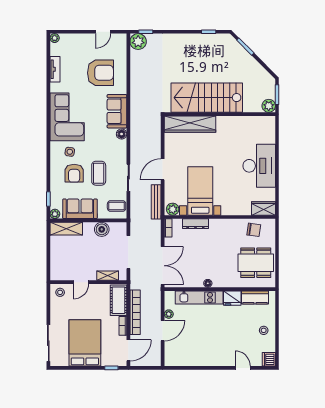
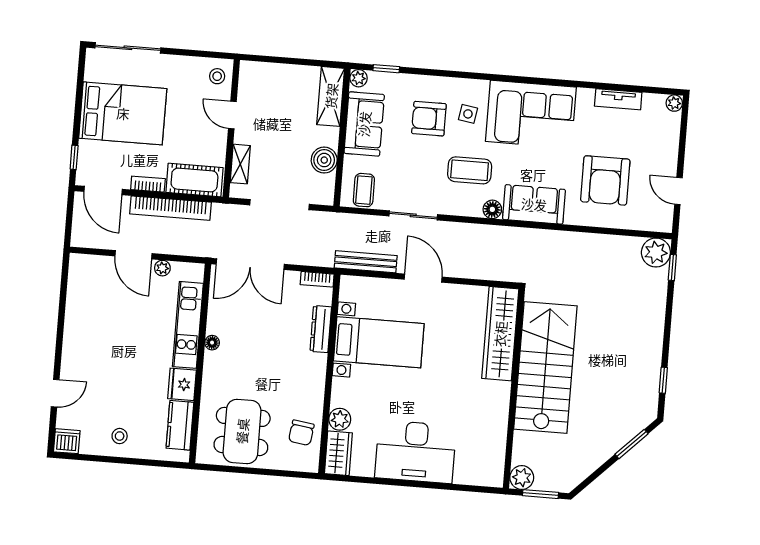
coffee table: (99, 173) -> (470, 170), moved
plant: (173, 209) -> (340, 419), moved

